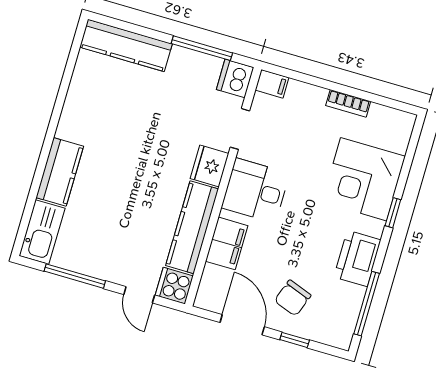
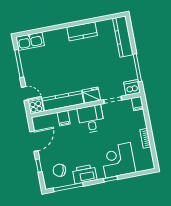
kitchen counter: (60, 172) -> (82, 31), moved
filing cabinet: (227, 243) -> (64, 118), width x0.50
door: (139, 295) -> (25, 93), swing flipped
chair: (293, 298) -> (59, 170), moved

